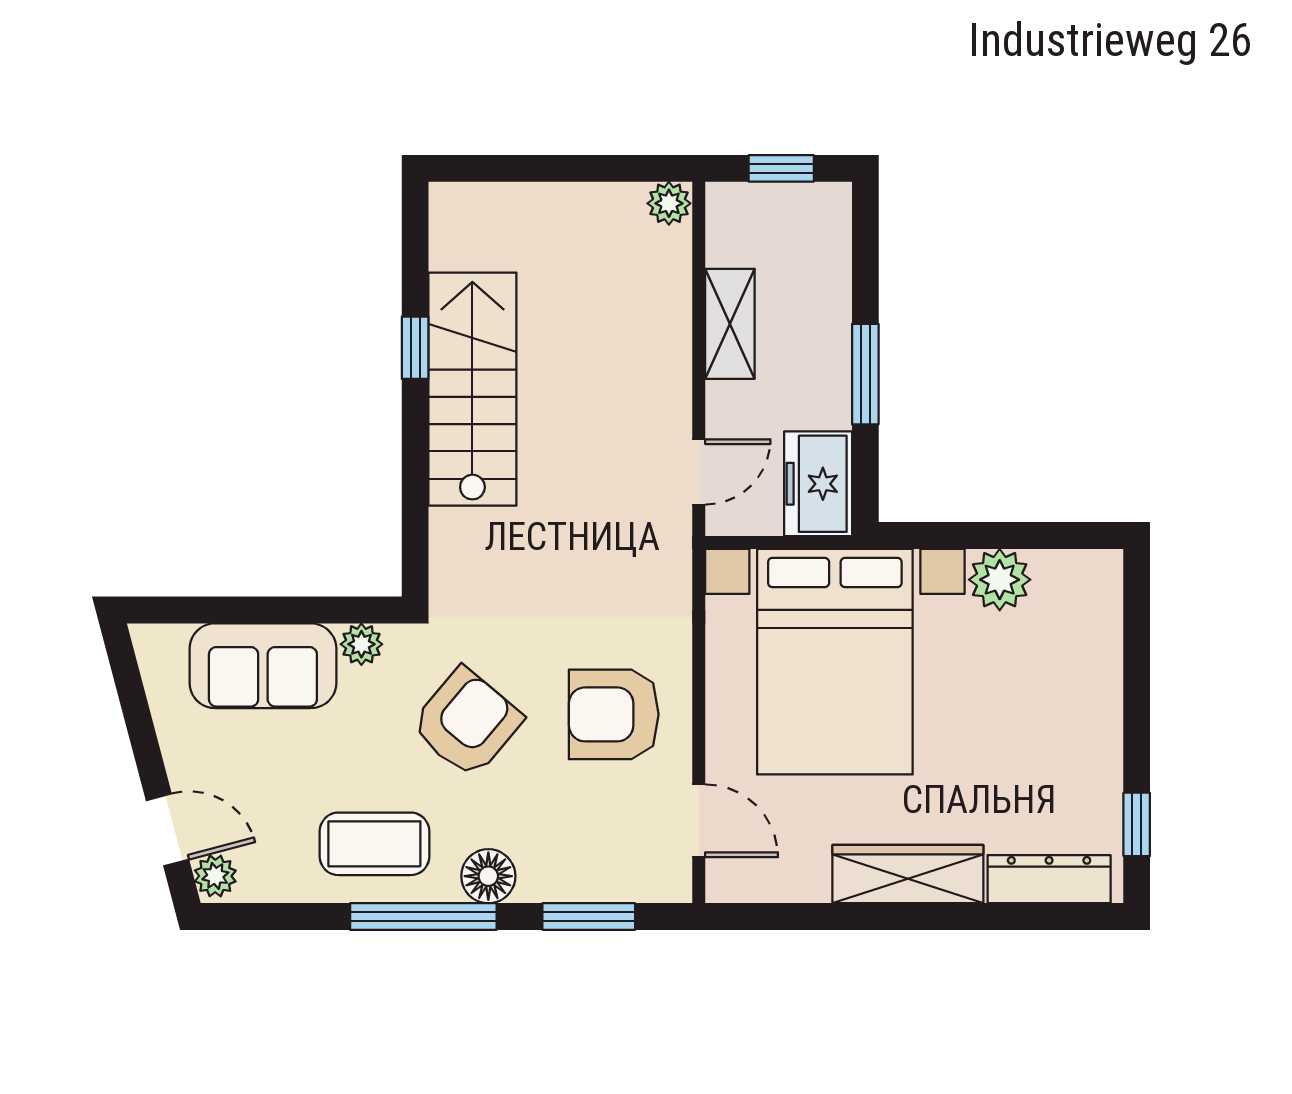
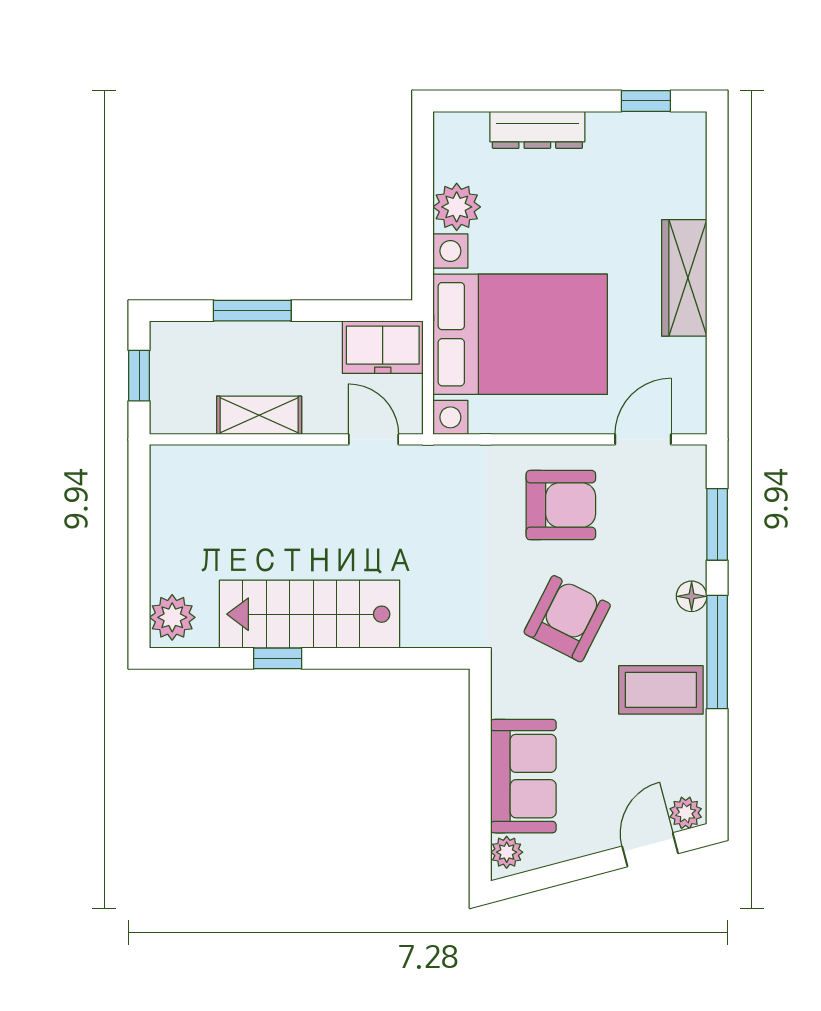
plant: (669, 203) -> (172, 617), moved, width x1.38, depth x1.38
window: (865, 374) -> (252, 311), moved
plant: (361, 644) -> (507, 852), moved
armchair: (614, 714) -> (561, 505), turned -90
armchair: (467, 723) -> (567, 619), turned 77
coffee table: (374, 844) -> (661, 690), turned 90
floor lamp: (488, 876) -> (692, 596), width x0.73, depth x0.73
dresser: (1049, 879) -> (537, 130), moved, turned -90

